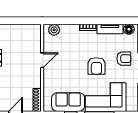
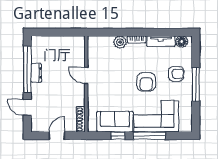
plant: (54, 30) -> (120, 42), moved
door: (42, 60) -> (86, 76), swing flipped

